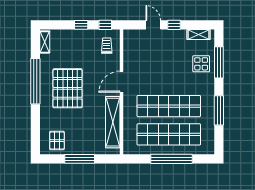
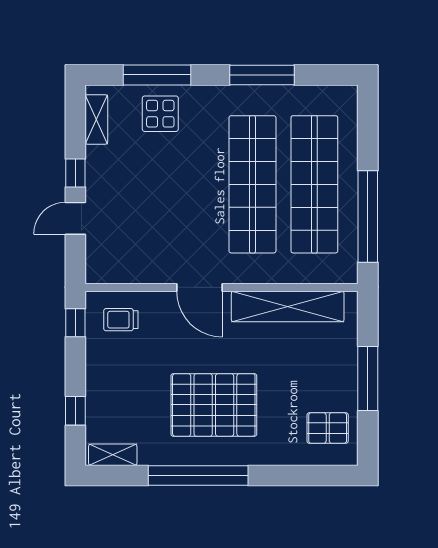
window: (81, 25) -> (75, 411), moved
window: (172, 159) -> (368, 216), moved

